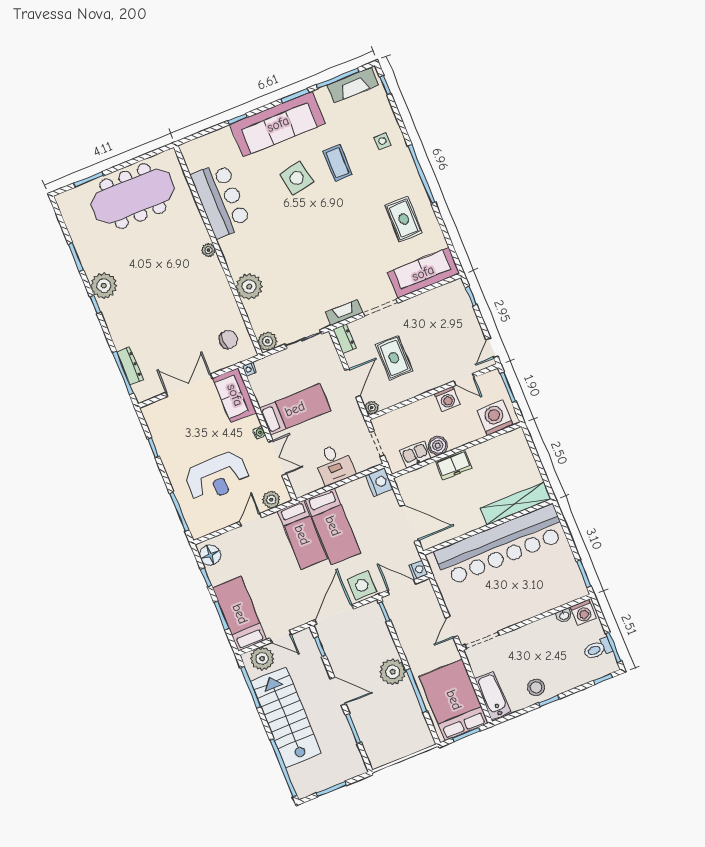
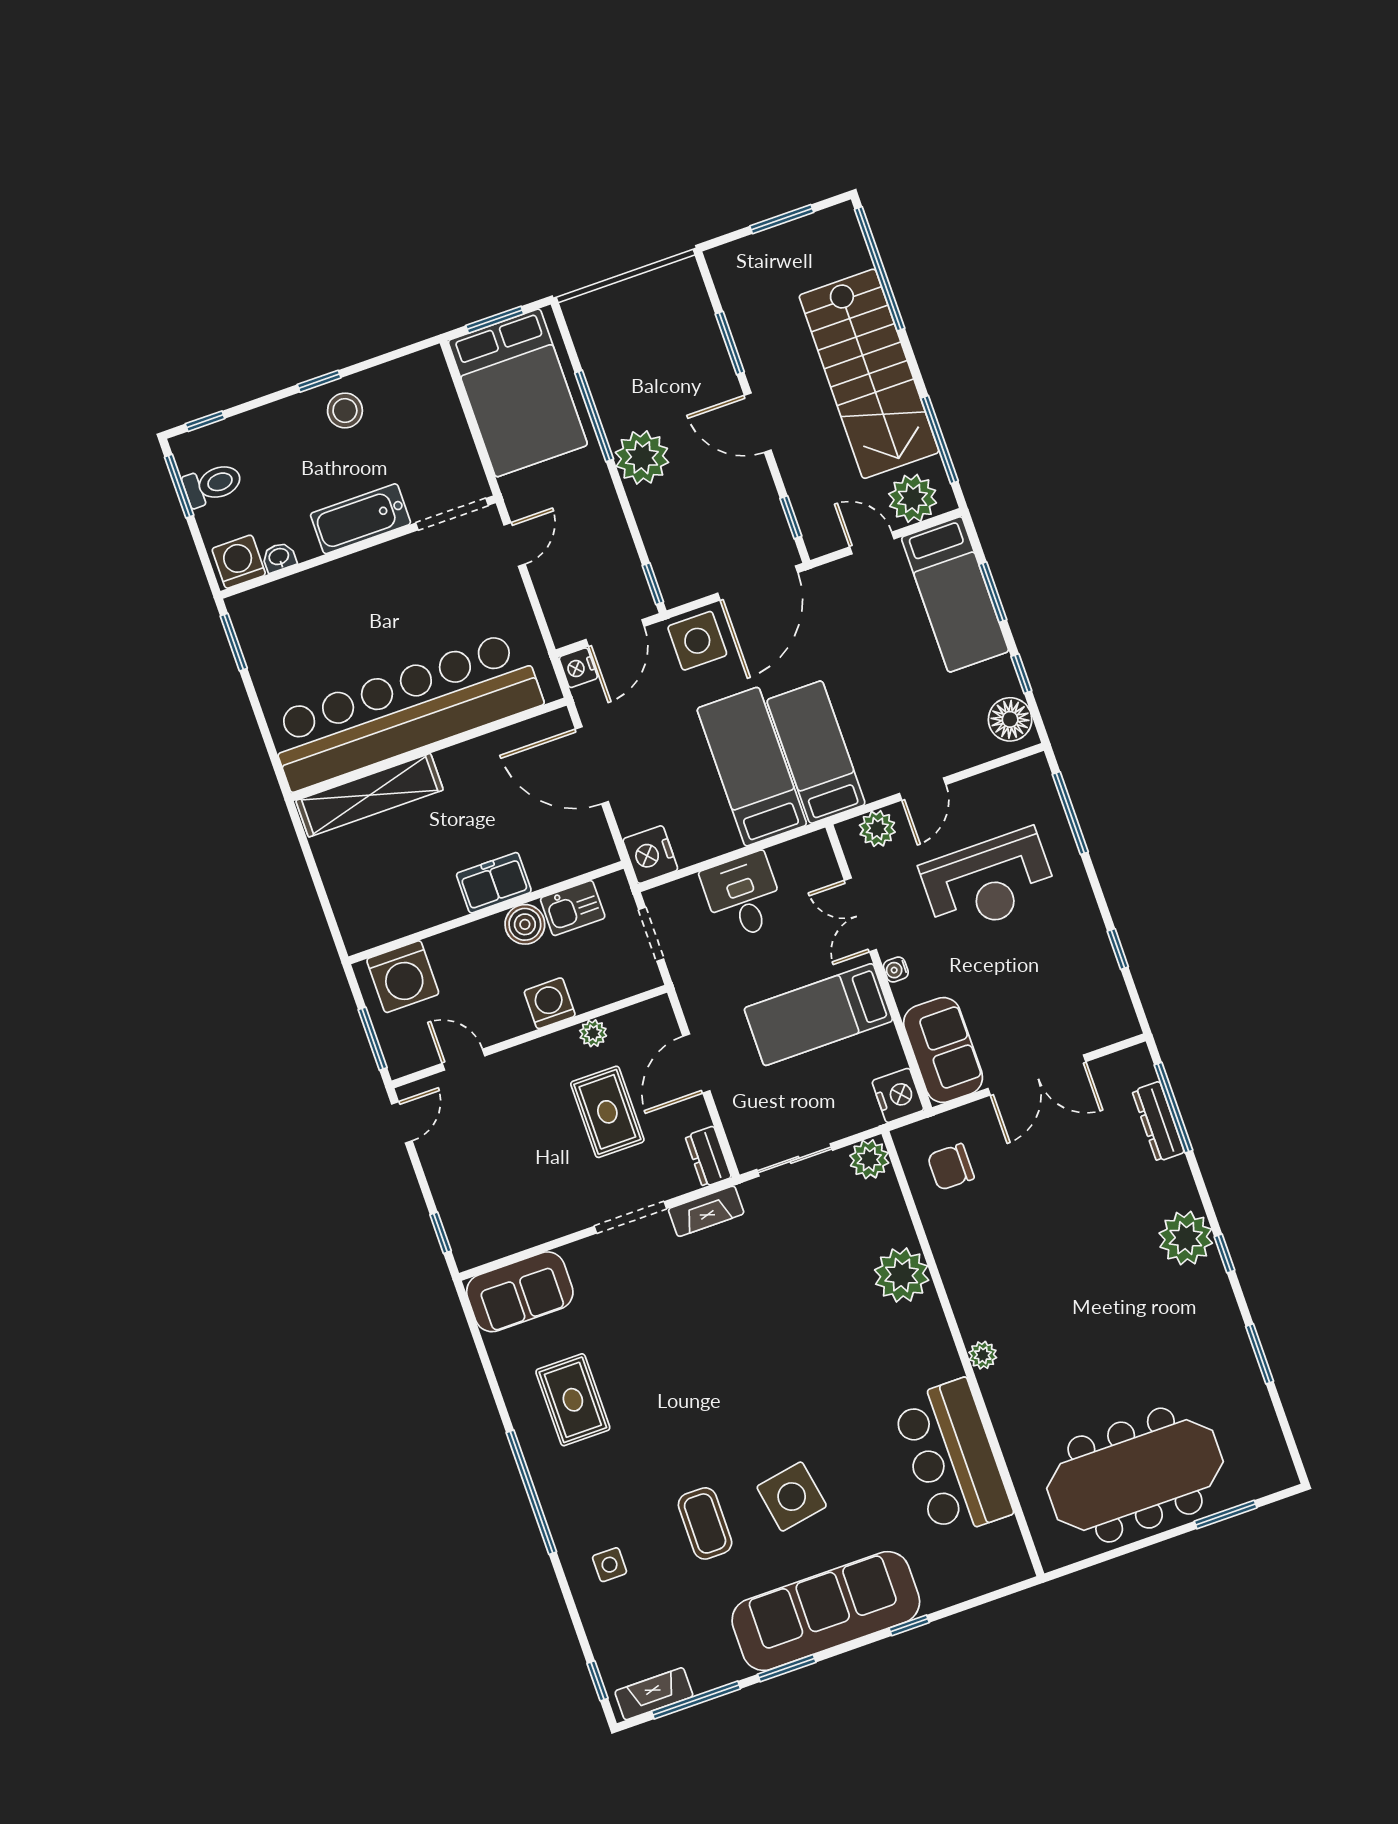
fireplace: (353, 85) -> (654, 1694), width x0.73, depth x0.76
sofa: (423, 273) -> (520, 1292), width x0.73
plant: (104, 286) -> (1186, 1238), moved
nightstand: (249, 369) -> (898, 1095), width x1.89, depth x1.79
washing machine: (447, 399) -> (550, 1003), moved
plant: (372, 408) -> (593, 1033), moved
reception desk: (217, 477) -> (988, 882), turned 180
door: (401, 587) -> (615, 633), hinge flipped
bathtub: (493, 695) -> (360, 519), moved, turned 90

